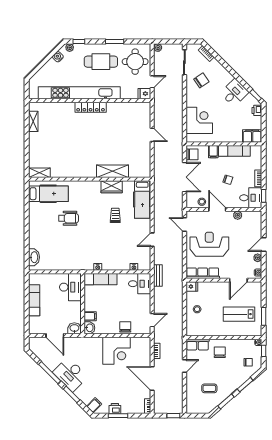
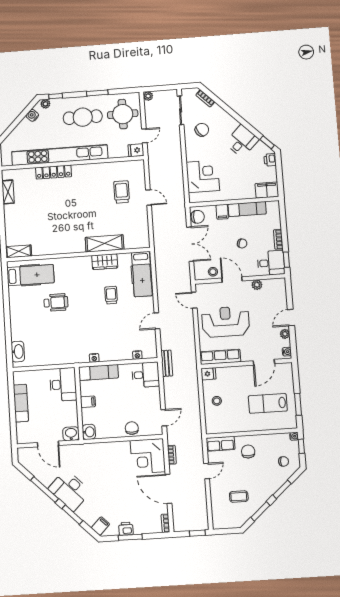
locker: (91, 107) -> (54, 172), moved
trolley: (130, 128) -> (122, 192), added
filing cabinet: (90, 316) -> (88, 402), moved
corner desk: (117, 351) -> (148, 456), moved, turned 90

